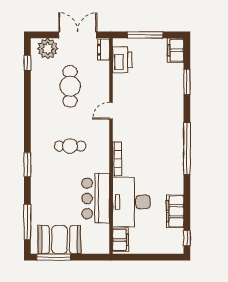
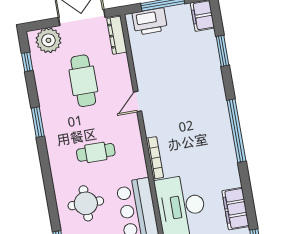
dresser: (104, 50) -> (117, 35), width x1.44
printer: (122, 60) -> (150, 21), moved, turned 90
window: (27, 165) -> (38, 122), moved
round table: (55, 186) -> (86, 203), added

